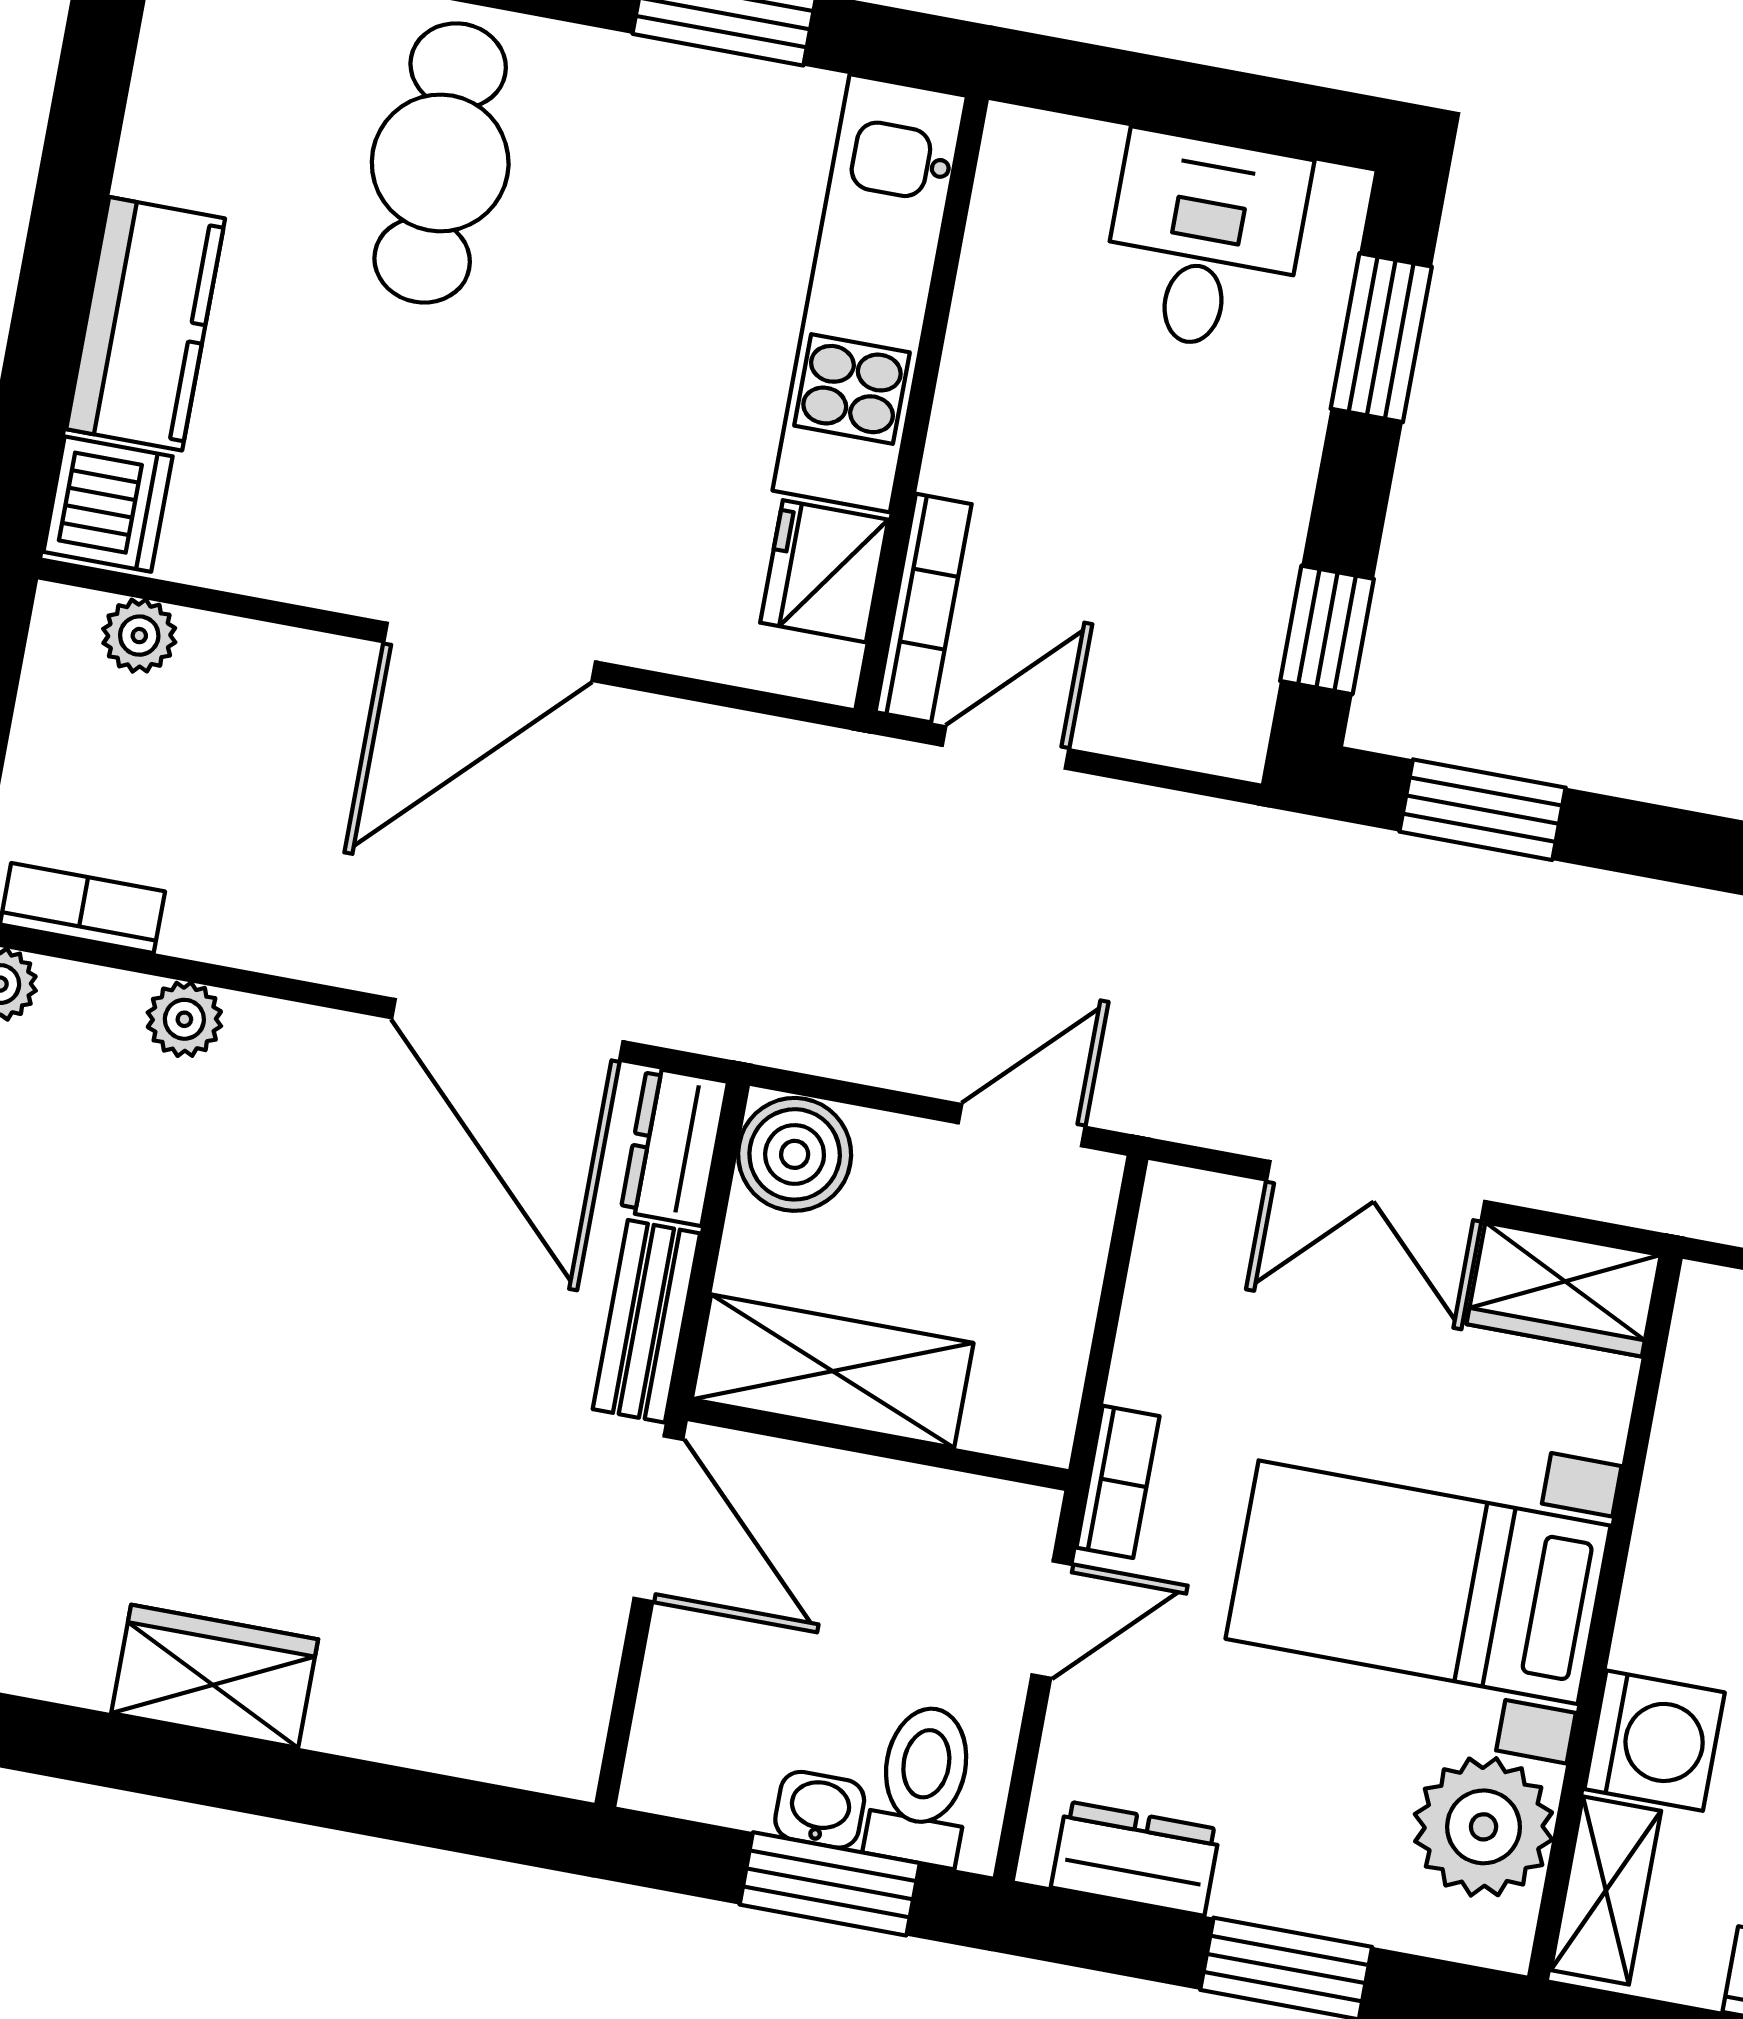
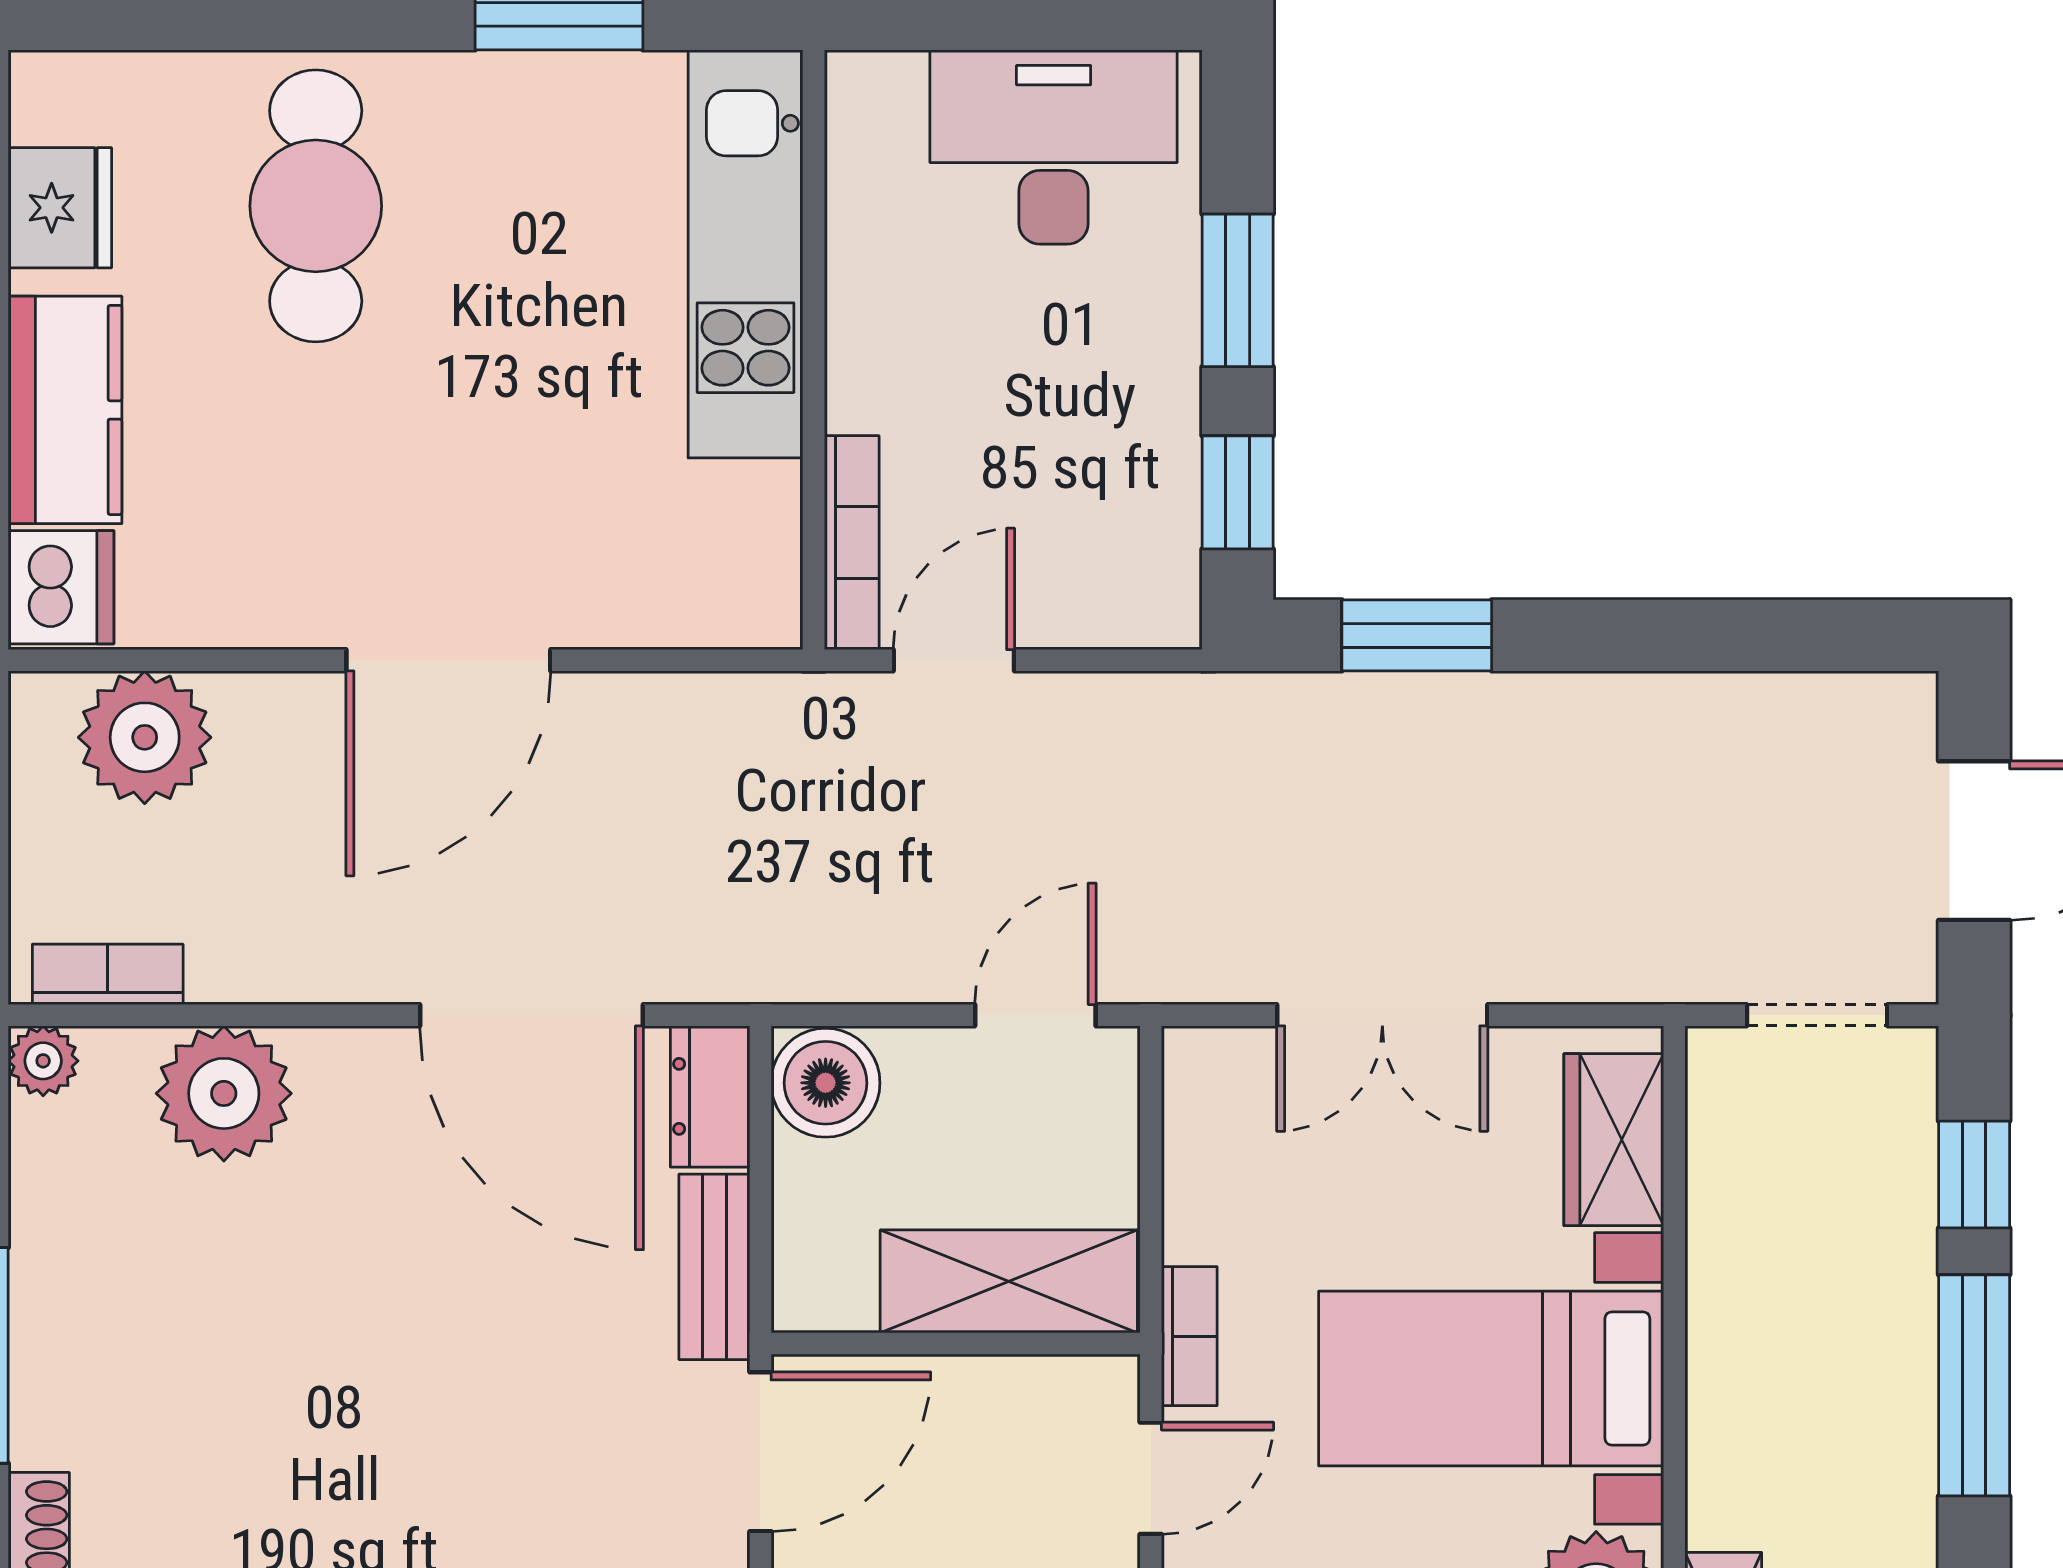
desk: (1204, 242) -> (1054, 147), width x1.37
window: (1381, 338) -> (1238, 290), moved
fridge: (824, 571) -> (60, 208), moved, turned 180
plant: (139, 636) -> (145, 737), width x1.88, depth x1.88
plant: (184, 1019) -> (224, 1093), width x1.87, depth x1.87
wardrobe: (1564, 1289) -> (1614, 1140), moved, turned 90
shelving: (833, 1371) -> (1009, 1281), moved
door: (658, 1519) -> (760, 1452), hinge flipped
washing machine: (1655, 1741) -> (1743, 1487), removed

